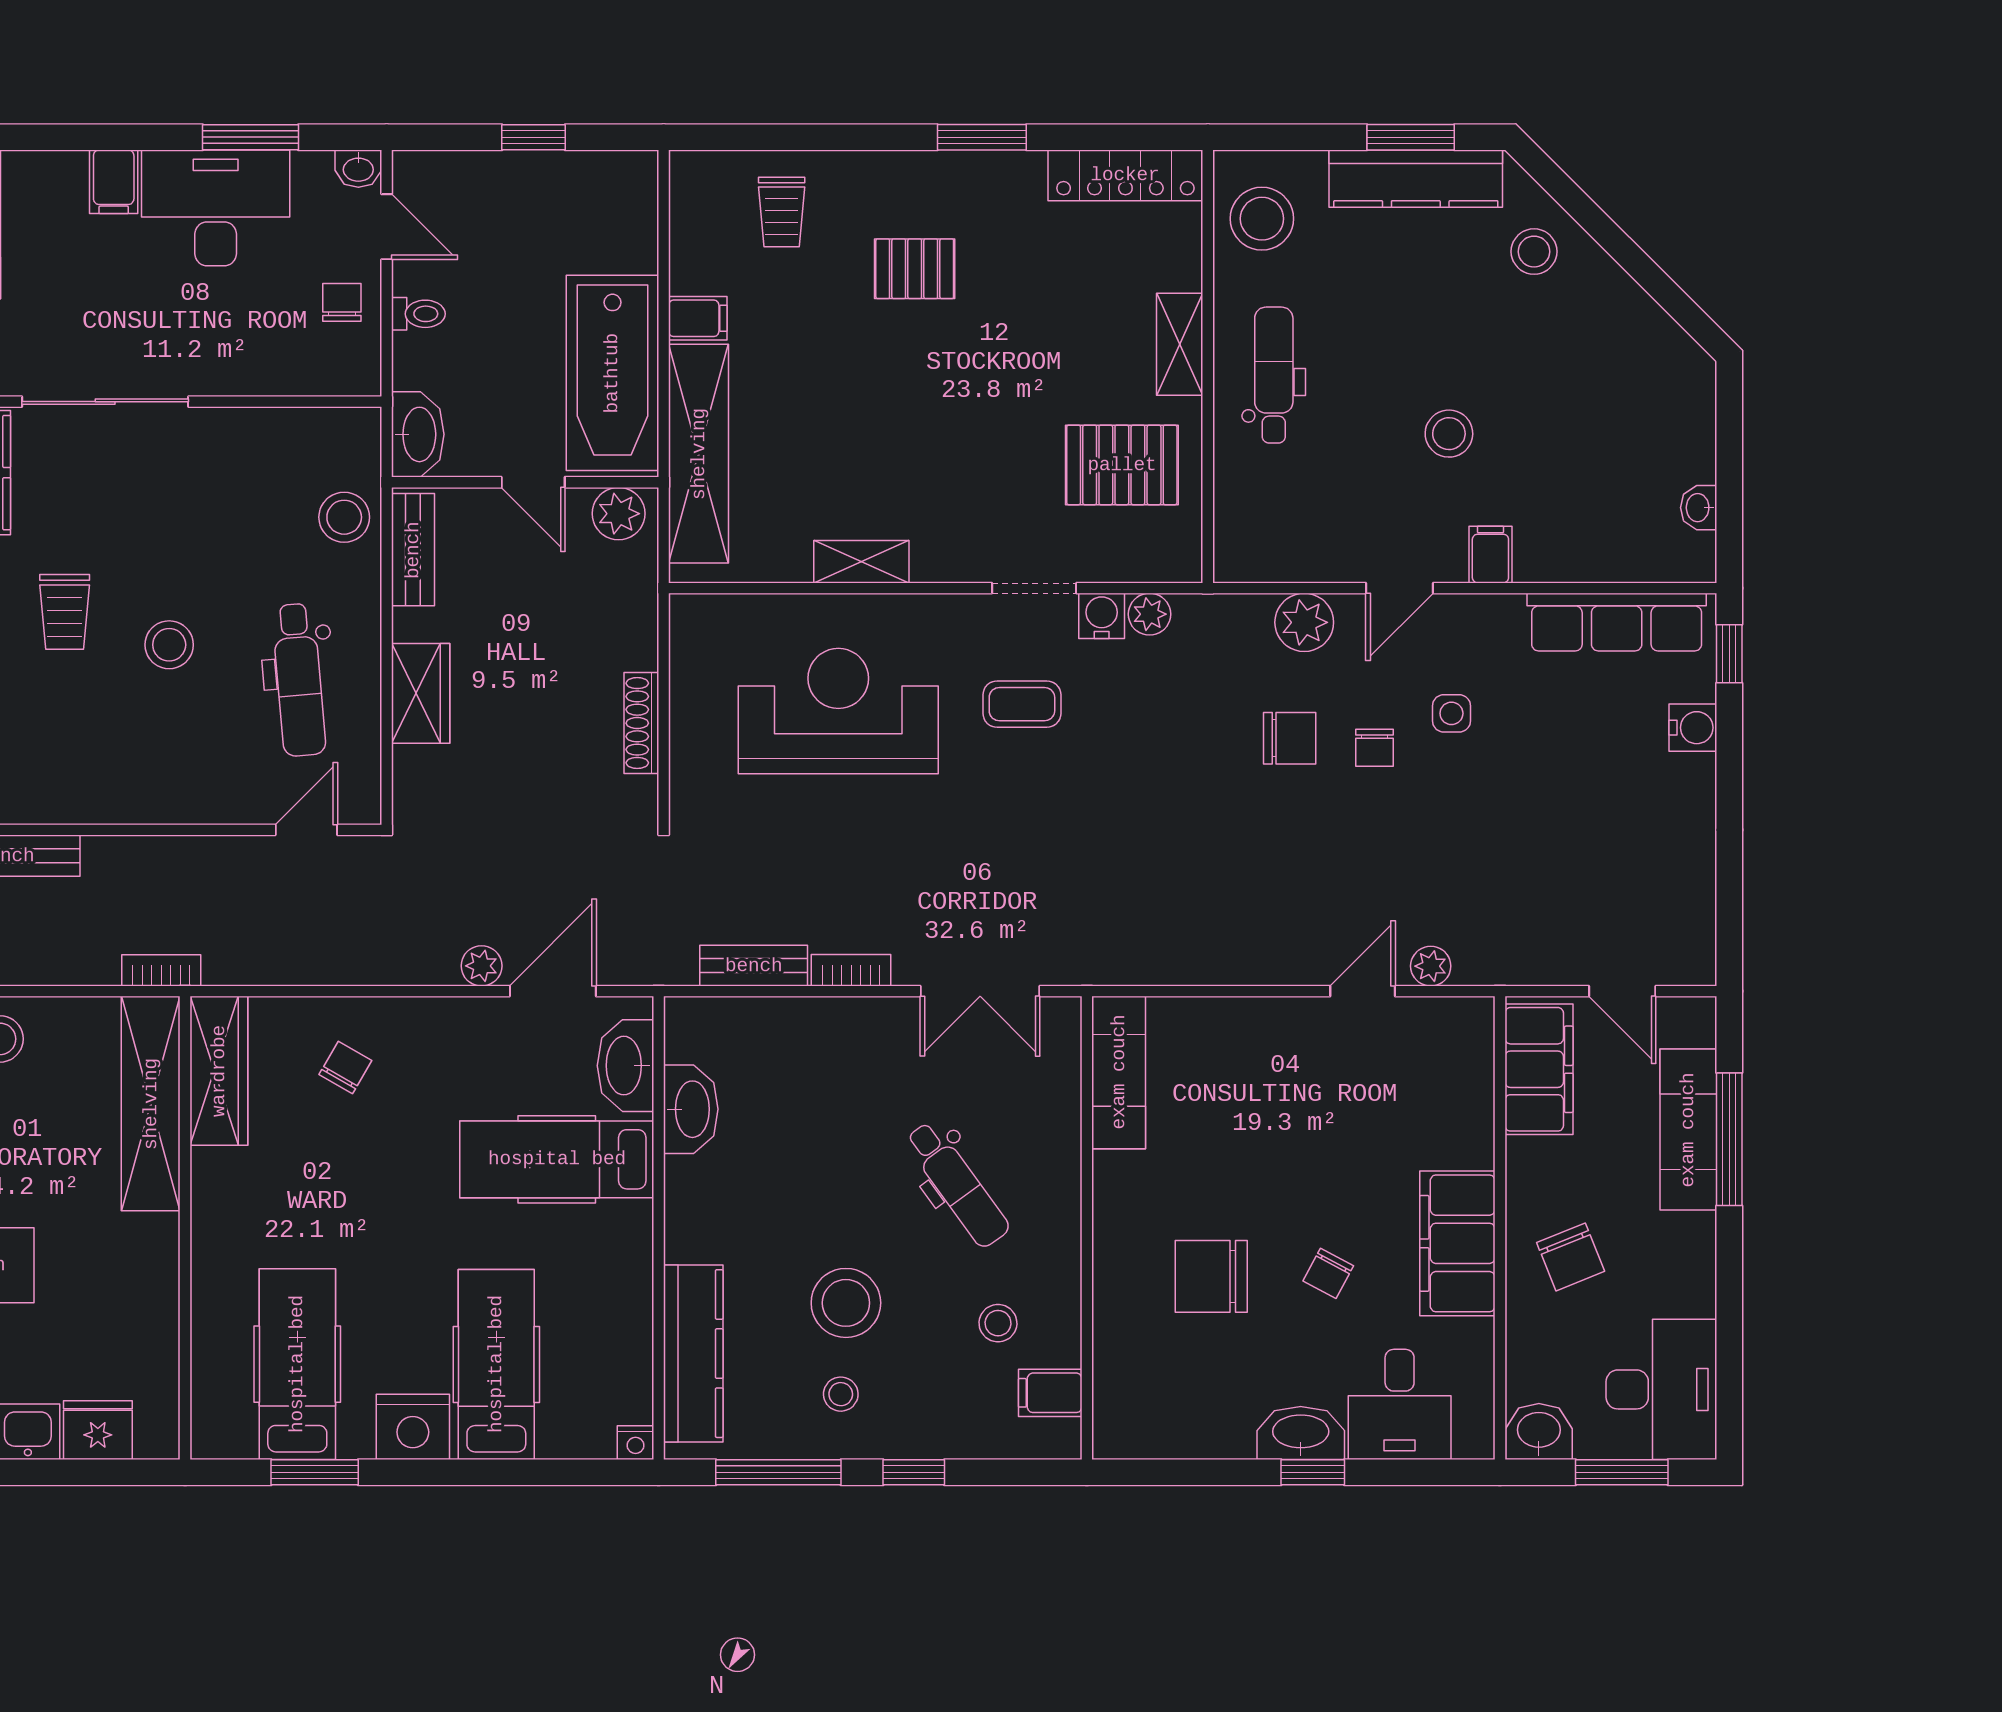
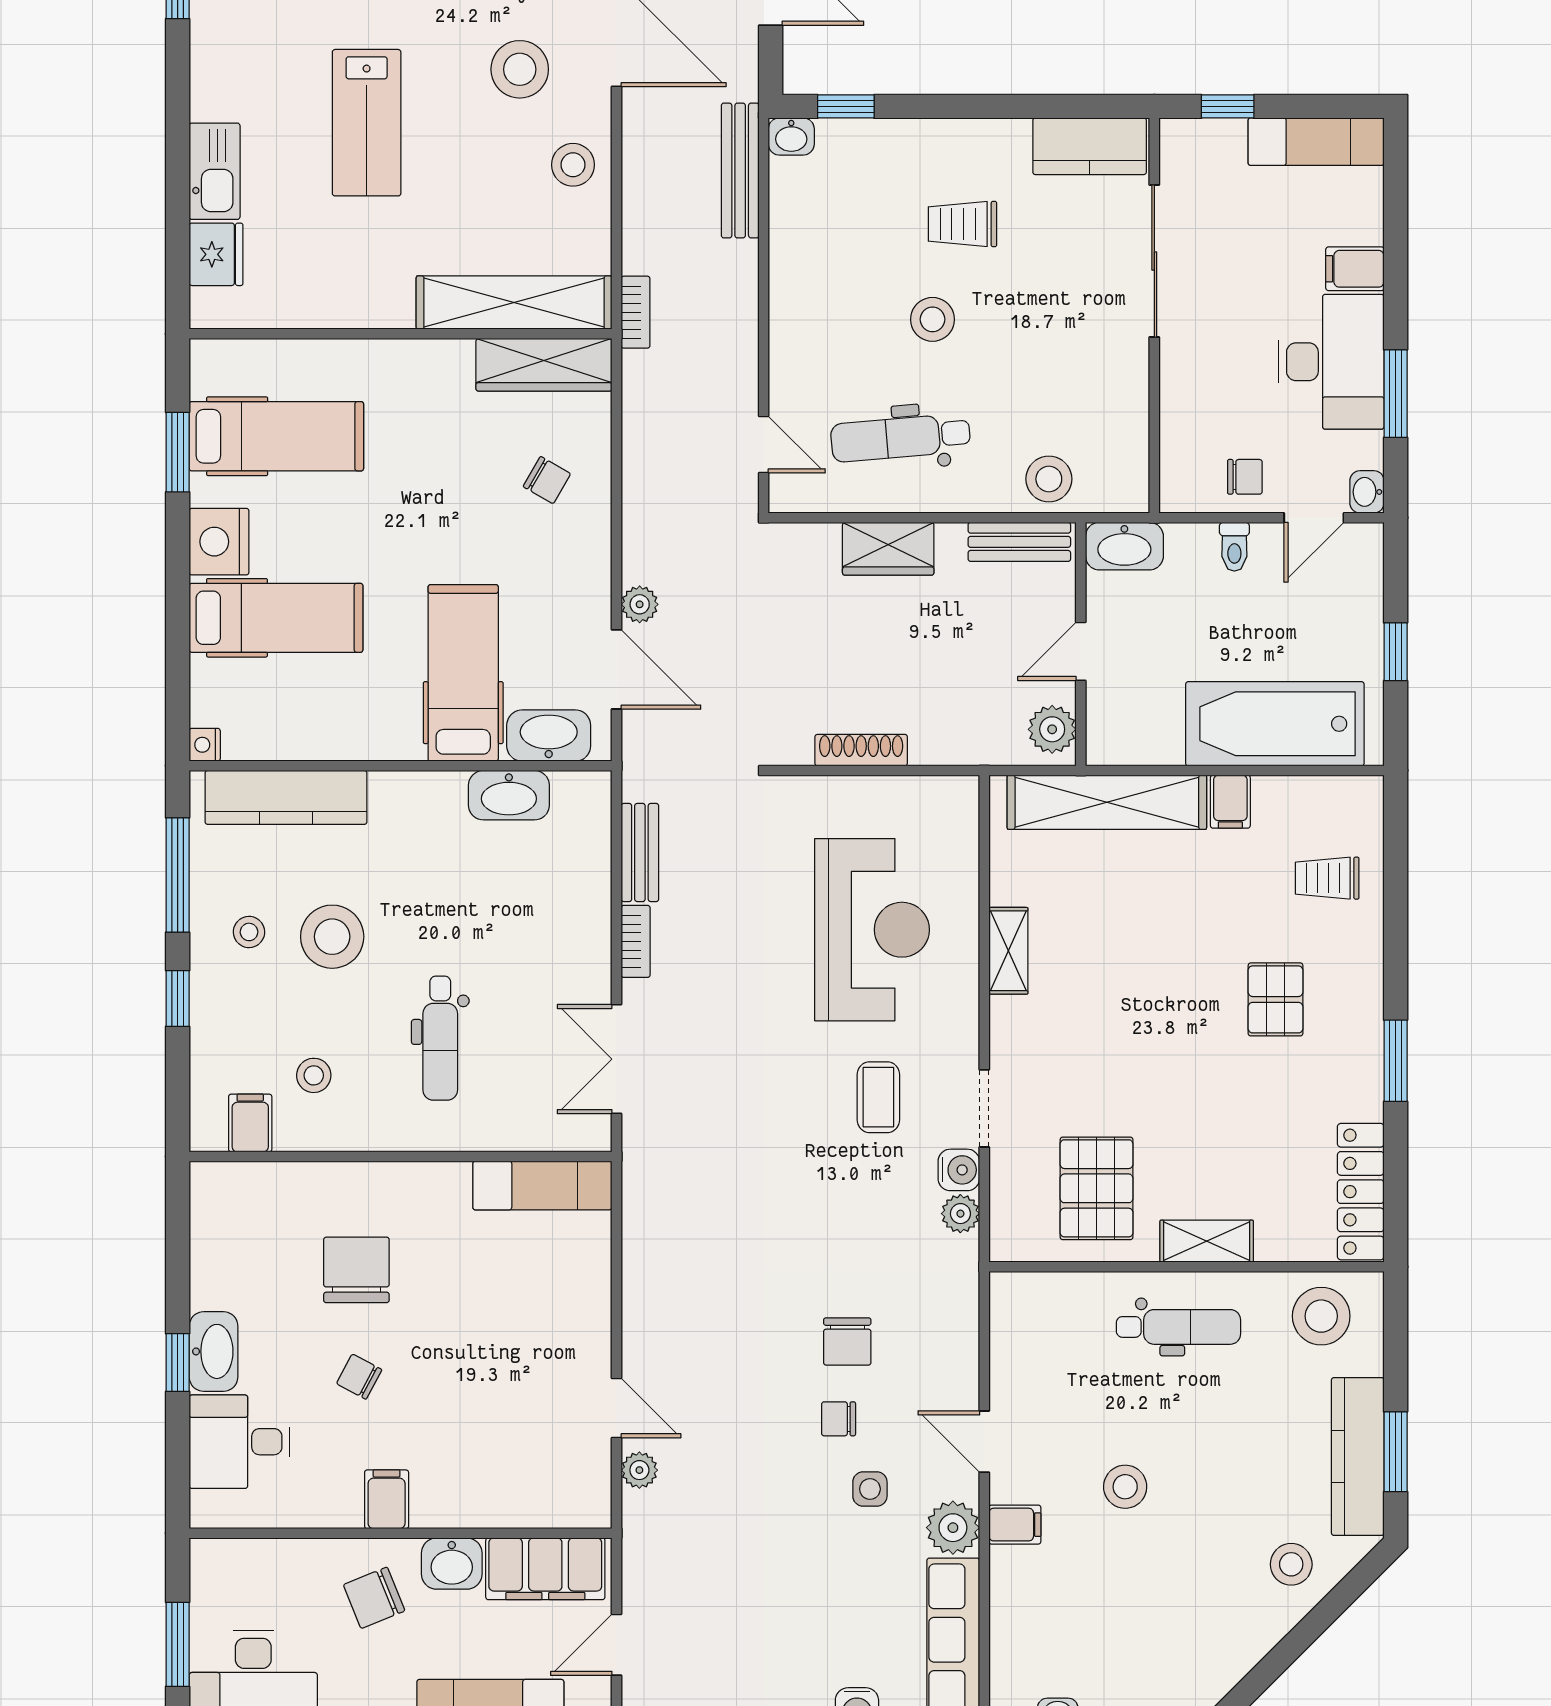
bathtub: (612, 373) -> (1275, 724), moved
plant: (1304, 622) -> (953, 1528), moved
dental chair: (957, 1184) -> (440, 1038), turned -54
filing cabinet: (1457, 1243) -> (387, 1499), width x0.33, depth x0.86
washbasin: (1539, 1432) -> (452, 1564), moved, turned 90

